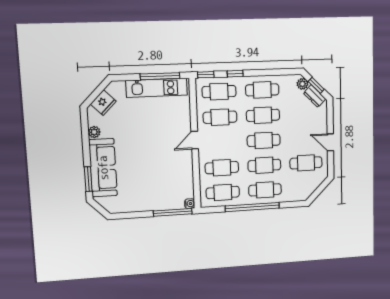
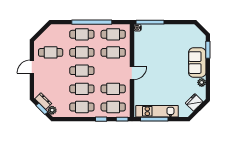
door: (330, 142) -> (32, 67), swing flipped
sofa: (103, 168) -> (197, 63), width x0.73

